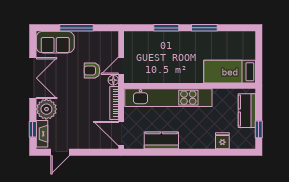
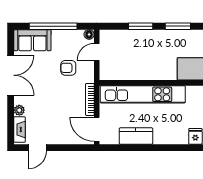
window: (76, 28) -> (53, 26), width x1.46
door: (121, 66) -> (97, 52), moved
floor lamp: (113, 80) -> (89, 34), moved
plant: (46, 109) -> (19, 110), width x0.53, depth x0.53
window: (33, 129) -> (11, 125), removed

